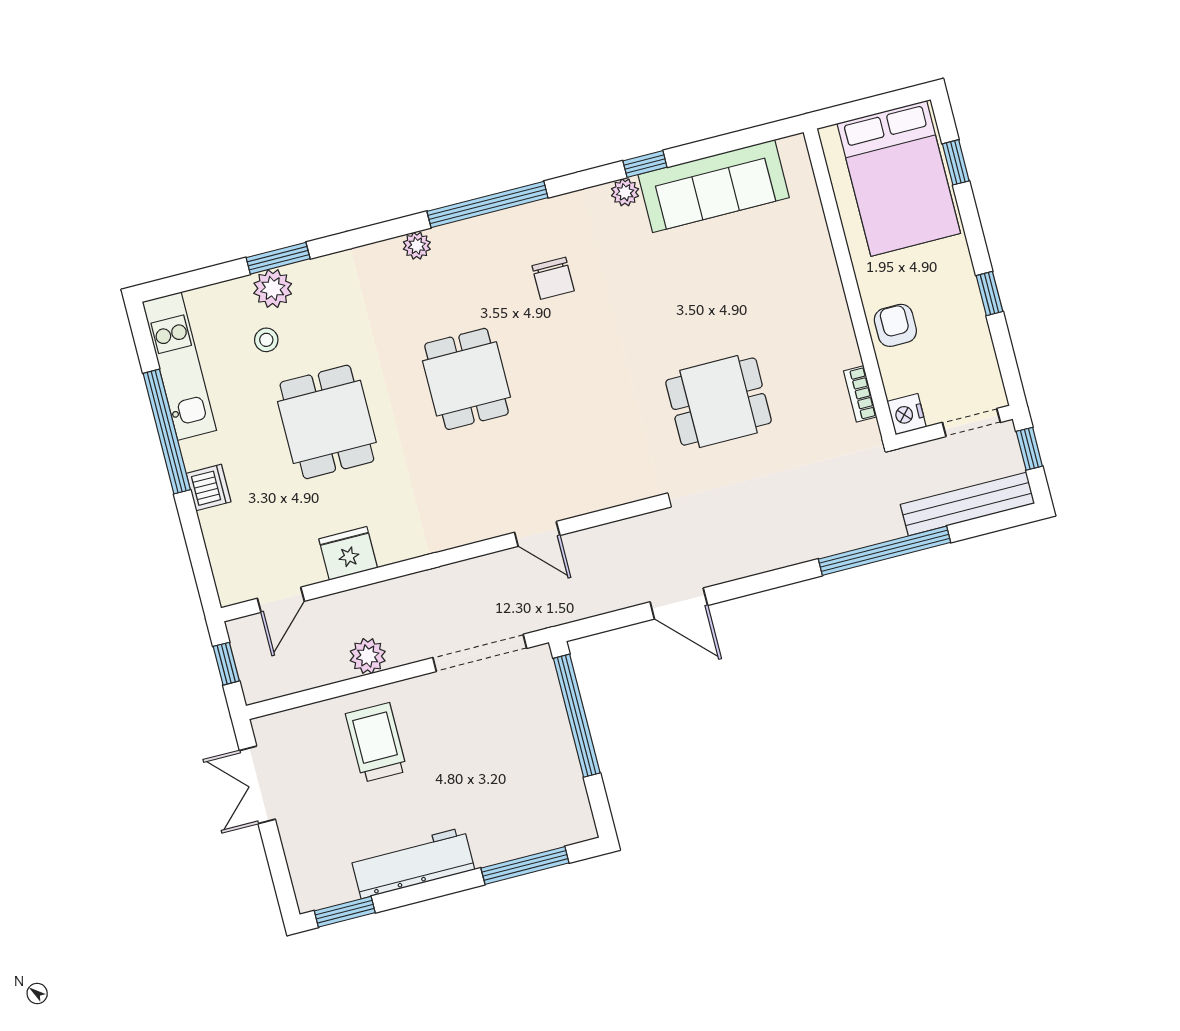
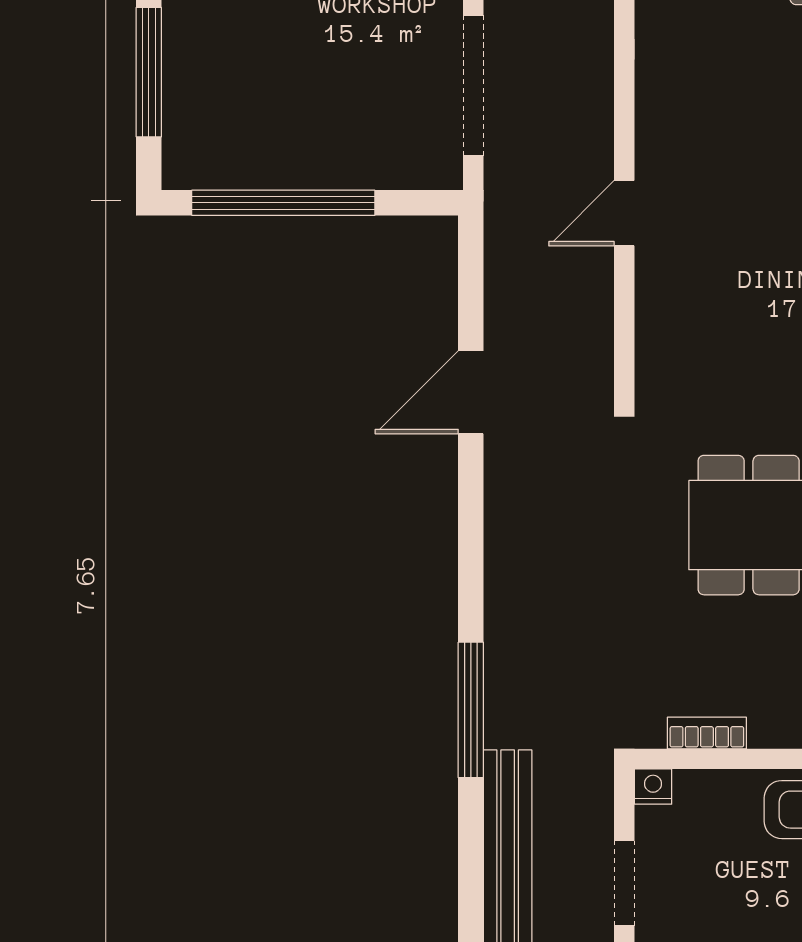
nightstand: (907, 414) -> (653, 787), width x0.72, depth x0.74
window: (885, 551) -> (471, 710), width x0.68
window: (577, 716) -> (283, 203), moved

